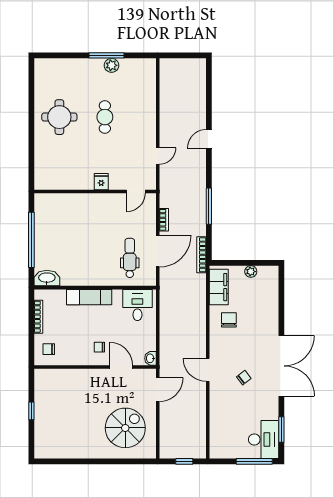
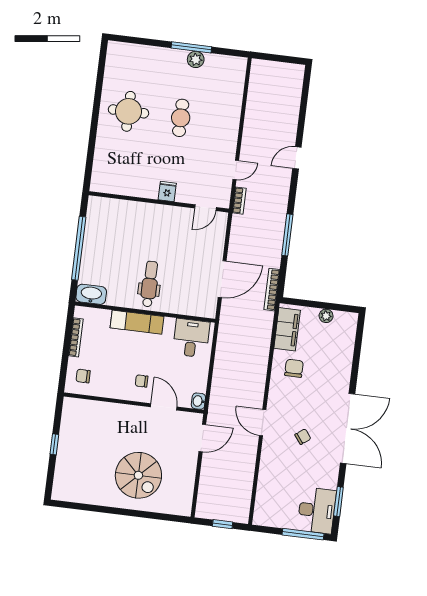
bookcase: (164, 220) -> (239, 201), moved
dental chair: (130, 258) -> (150, 284), moved
spiral stairs: (125, 428) -> (138, 475), moved, turned 90

